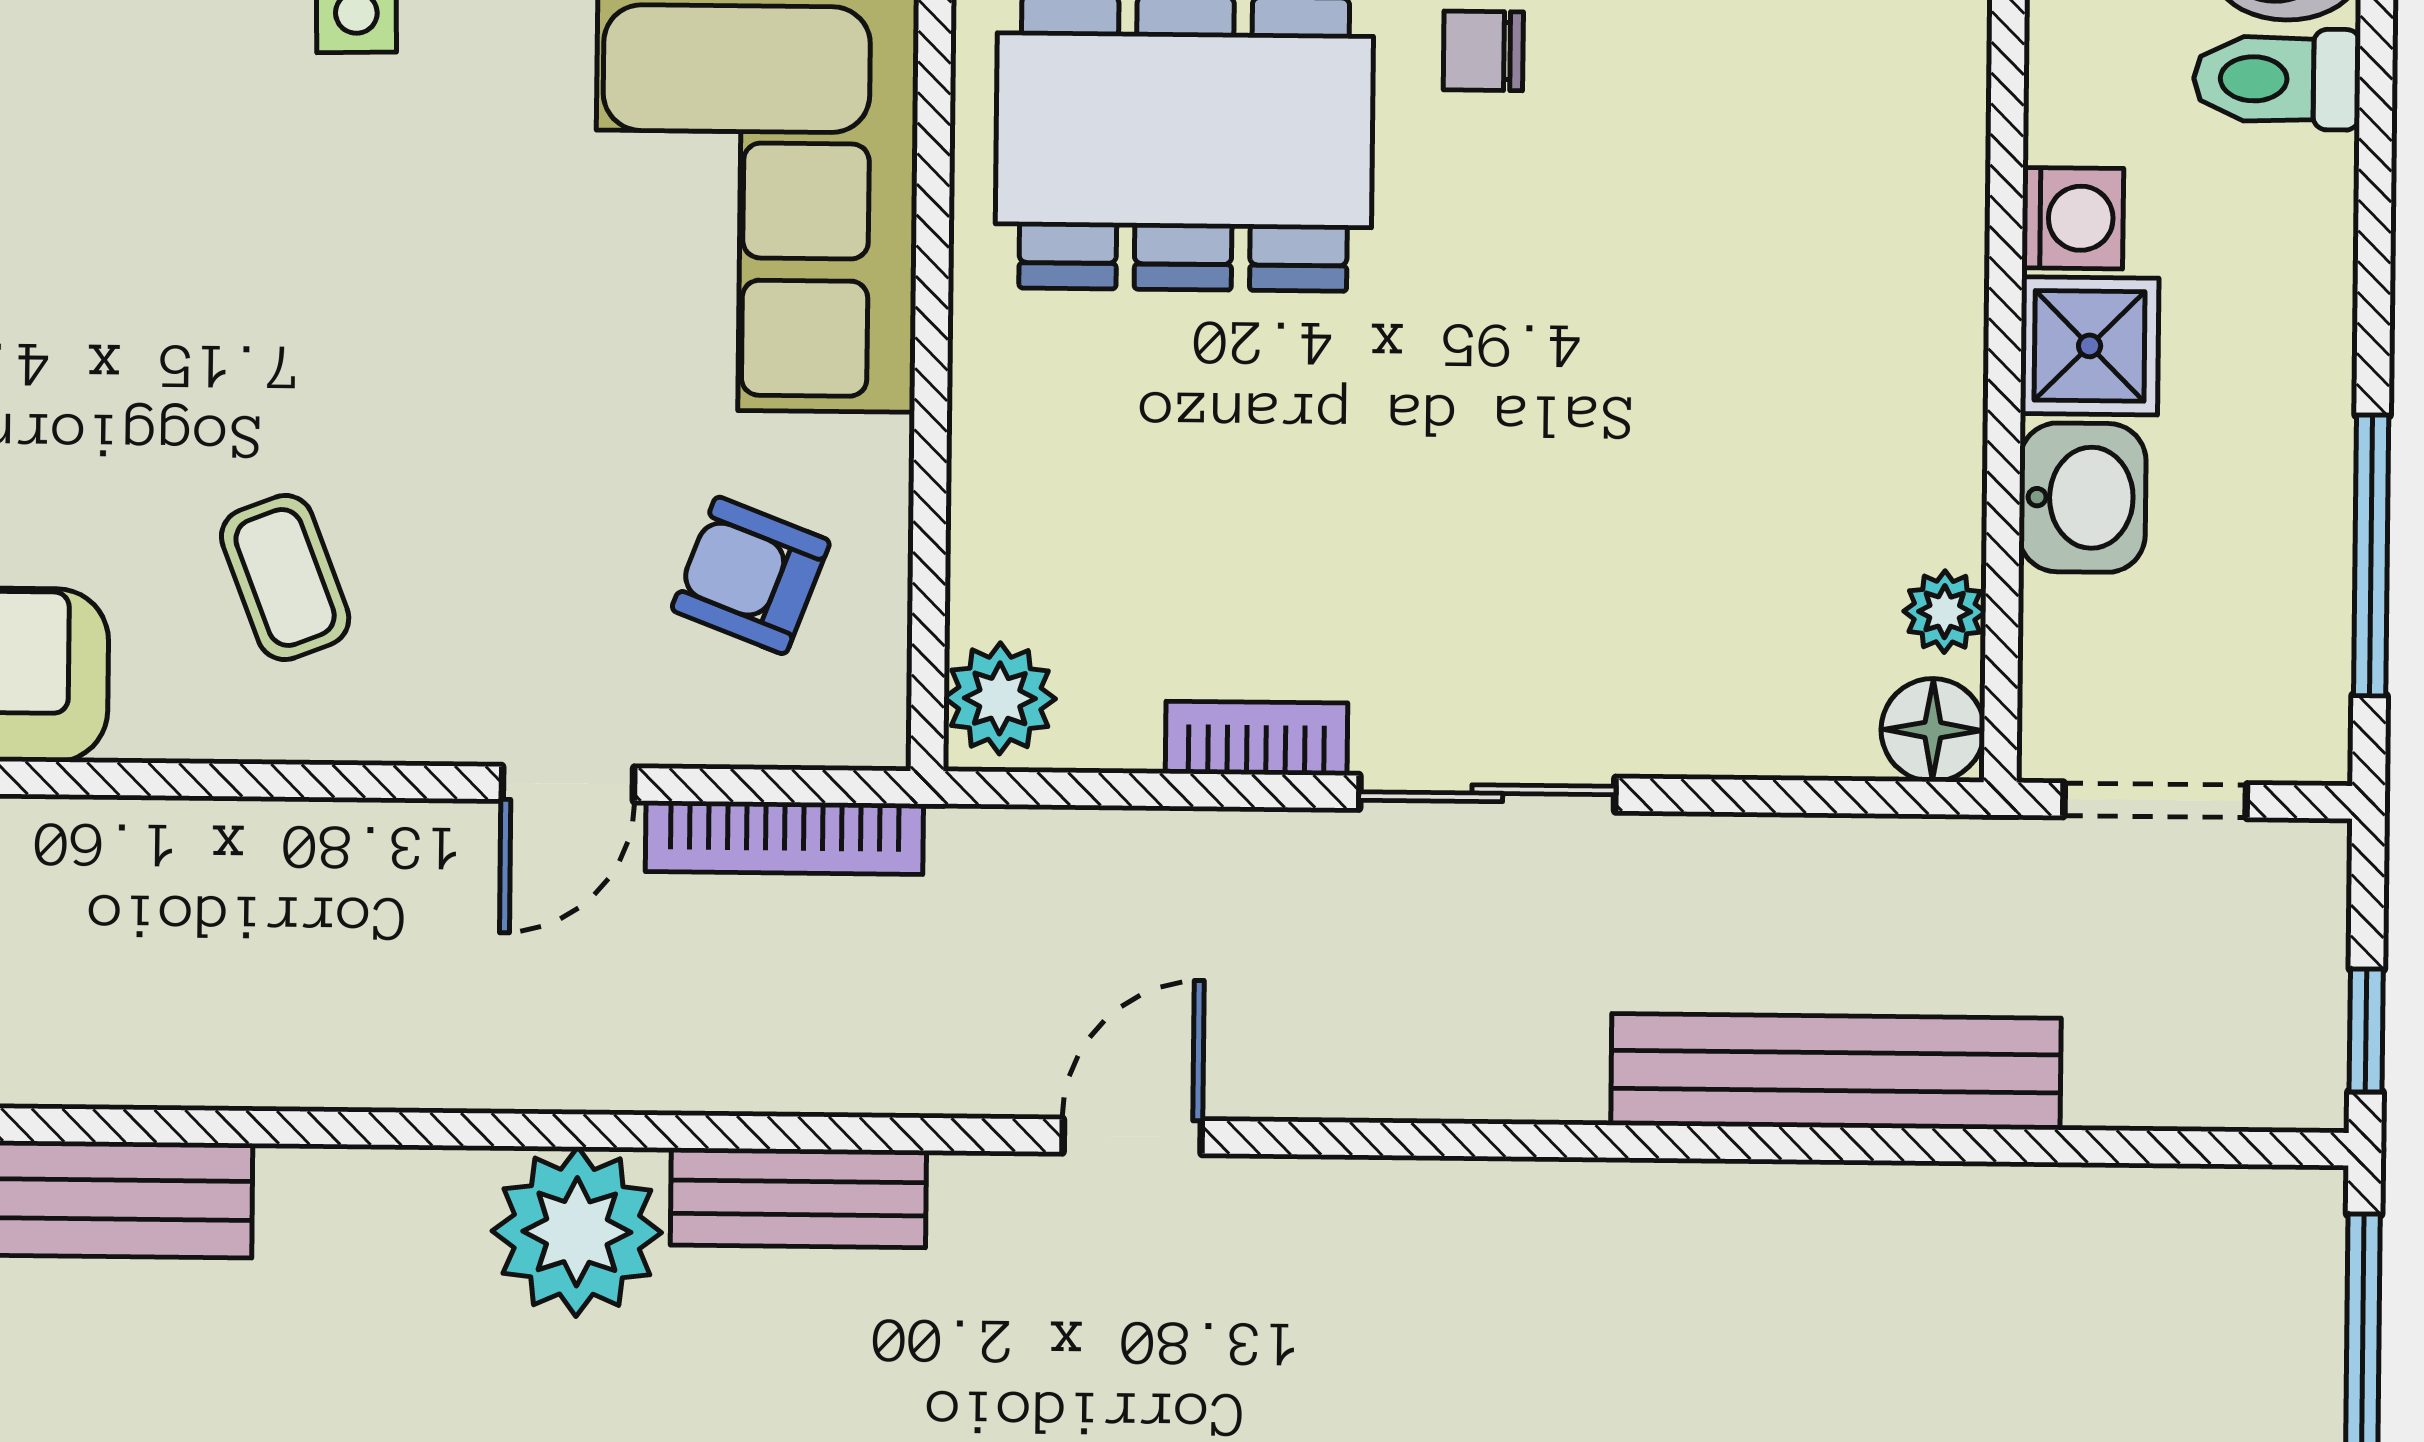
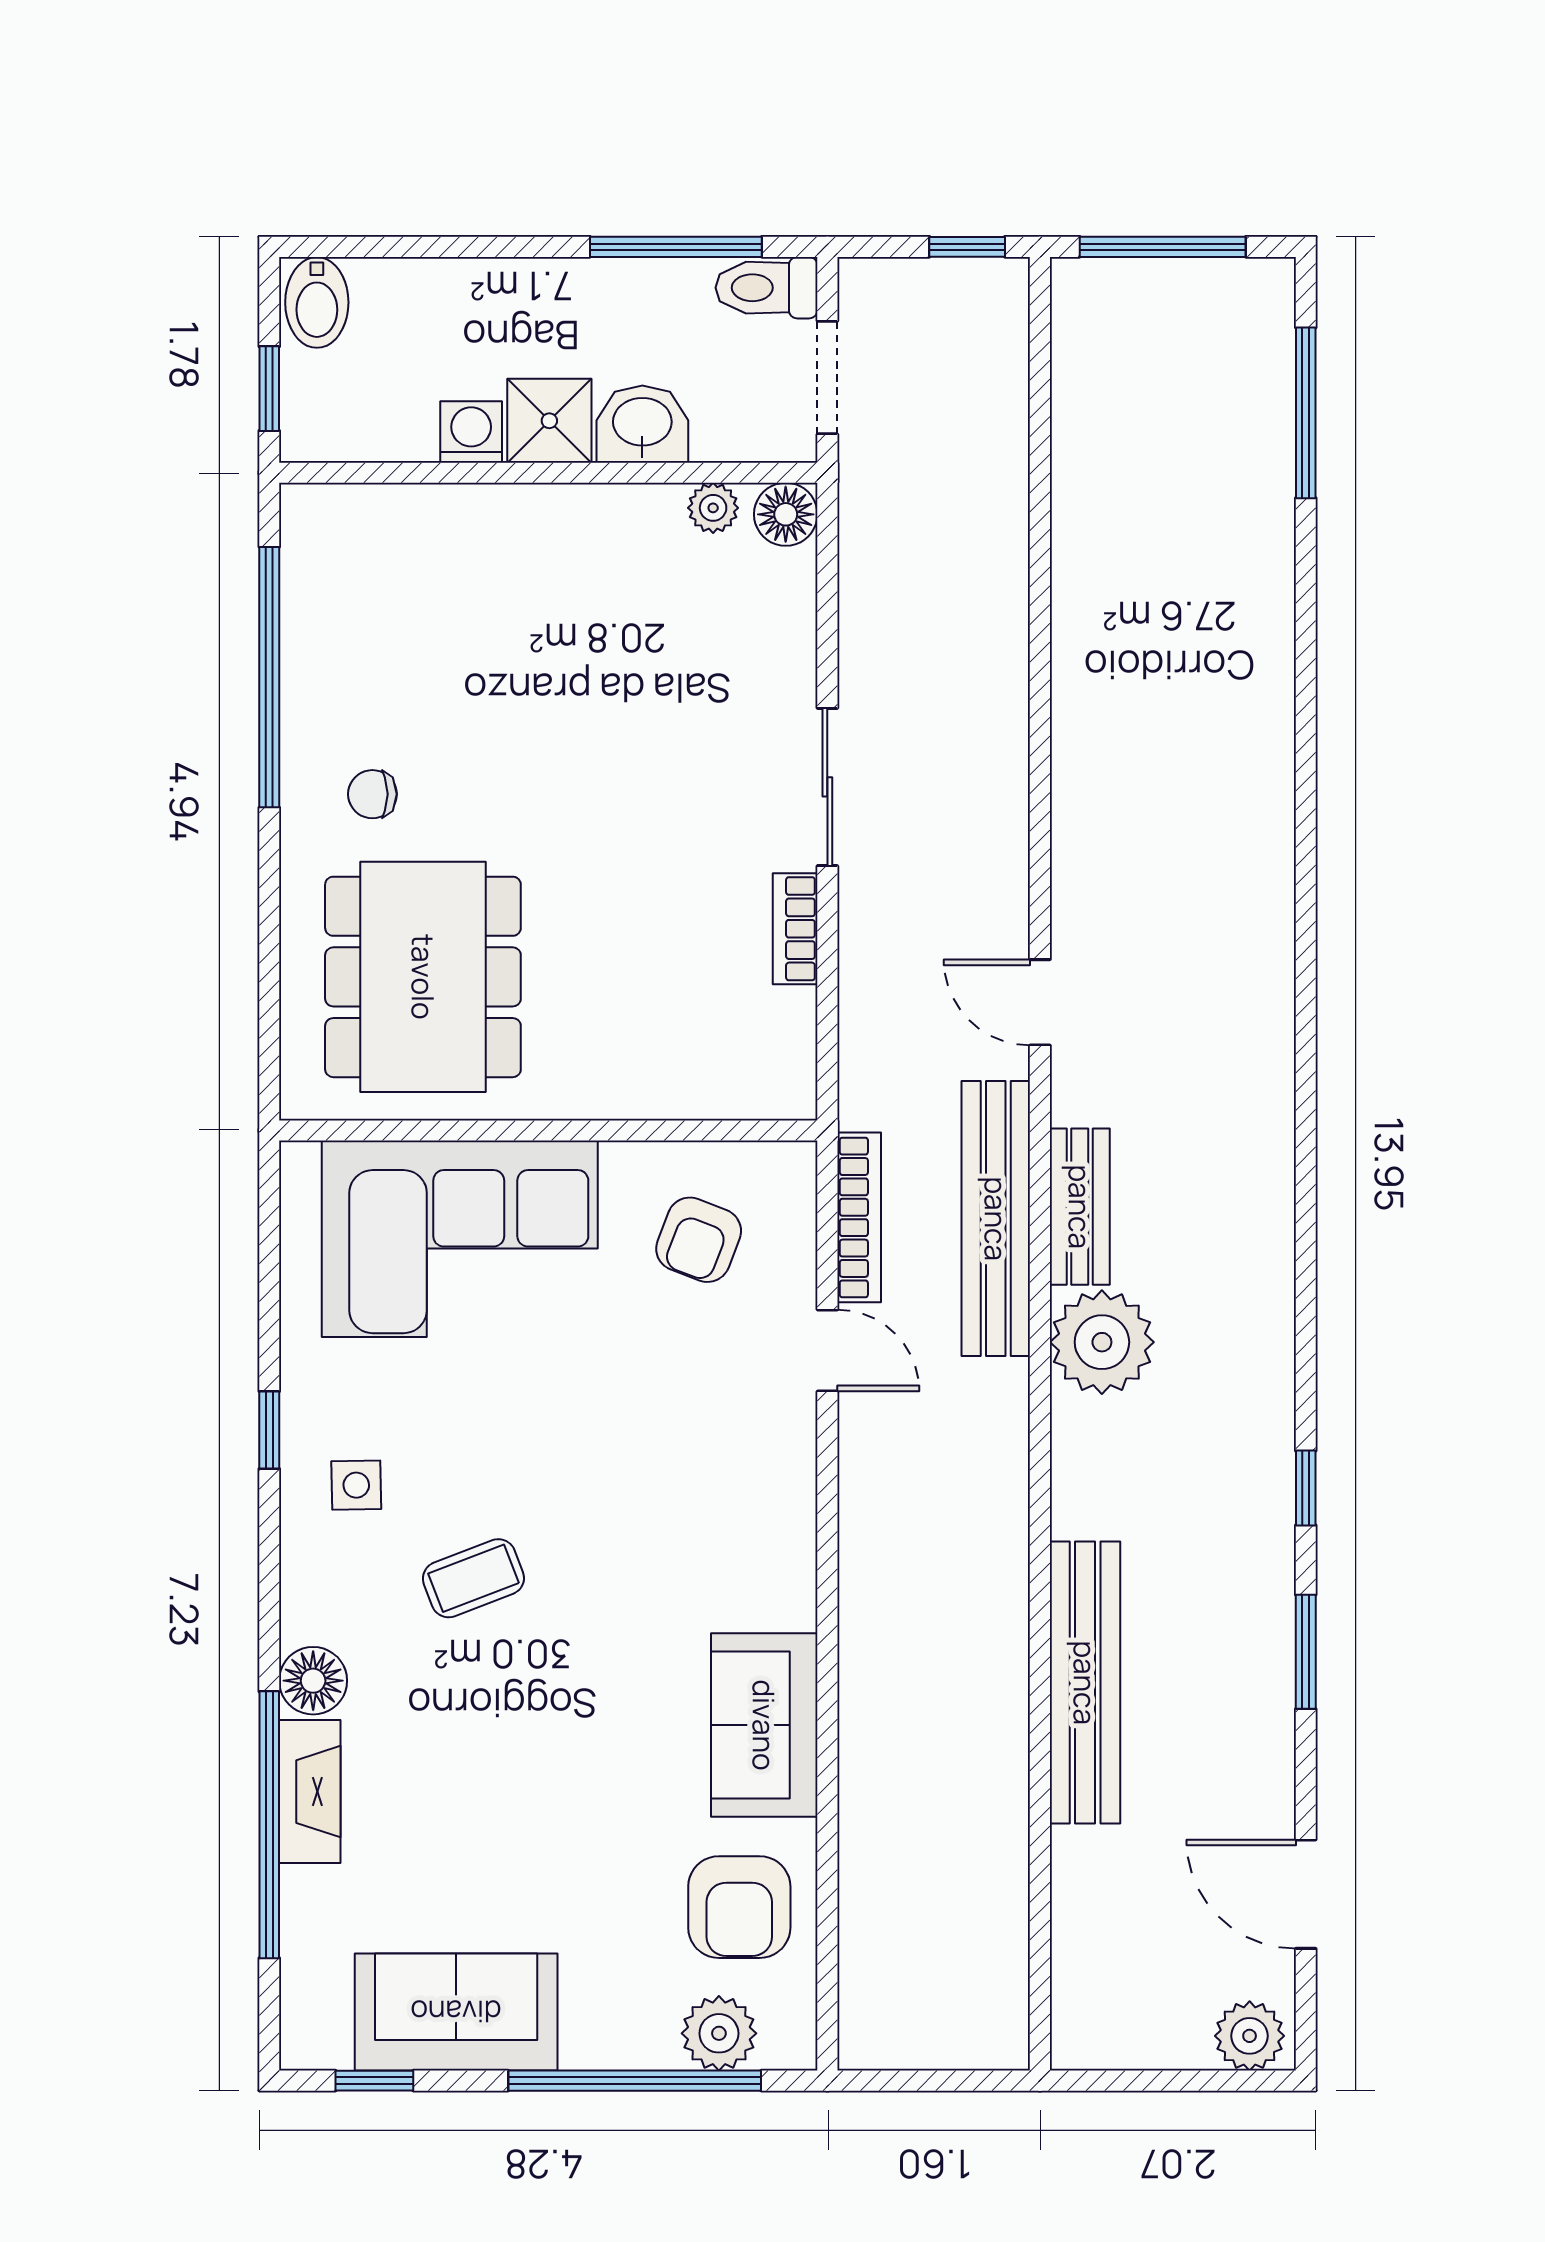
chair: (1483, 51) -> (372, 794), turned 90
toilet: (2277, 79) -> (767, 288), moved, turned 90
coffee table: (285, 577) -> (473, 1578), moved
plant: (1000, 698) -> (772, 1086), removed
bench: (1836, 1072) -> (996, 1219), moved

